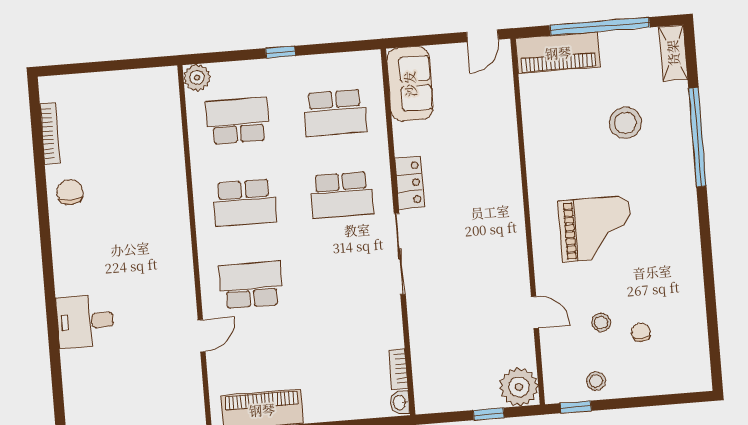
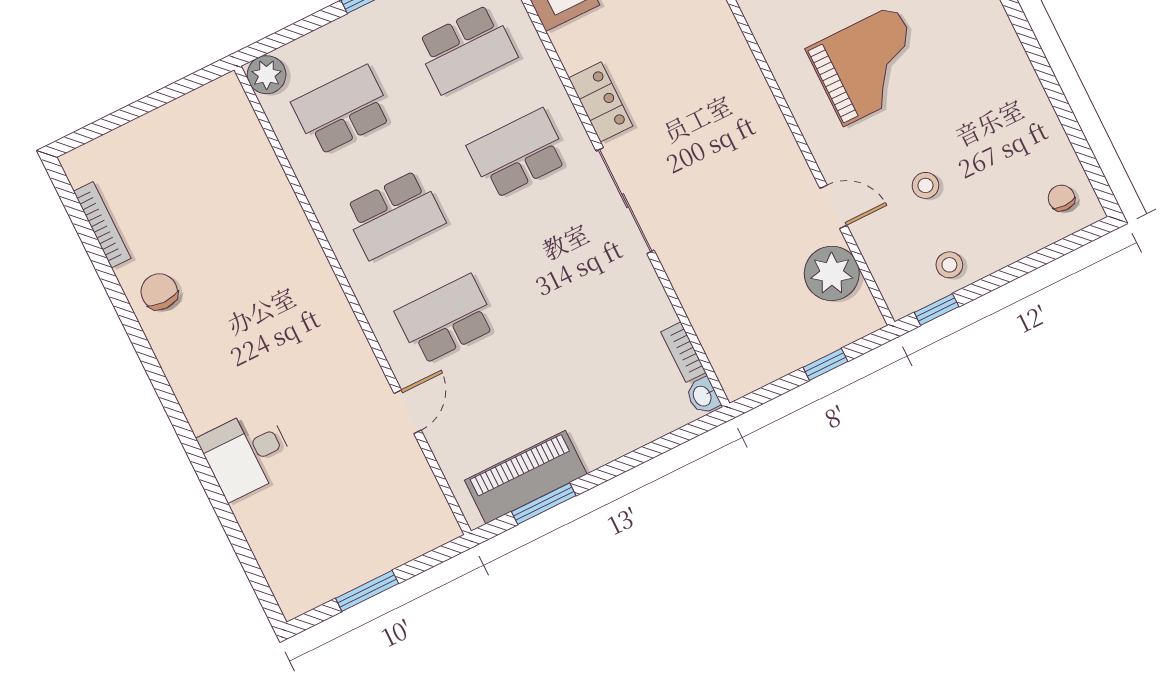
school desk: (342, 195) -> (518, 154), turned 180
chair: (641, 332) -> (1061, 198), moved
plant: (519, 387) -> (832, 273), moved

